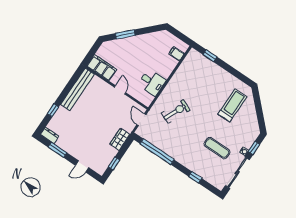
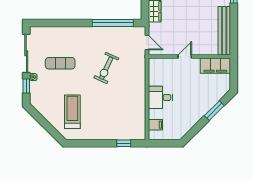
desk: (152, 82) -> (160, 97), moved
door: (120, 90) -> (185, 57), swing flipped
treadmill: (232, 105) -> (72, 112), turned 180
exercise bike: (176, 112) -> (106, 68), moved
window: (195, 177) -> (62, 23), removed

